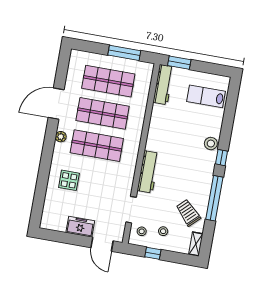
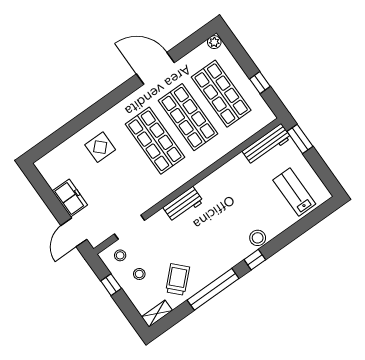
window: (124, 53) -> (260, 83), width x0.46
plant: (61, 137) -> (214, 42), moved
workbench: (148, 172) -> (183, 204), width x0.73

